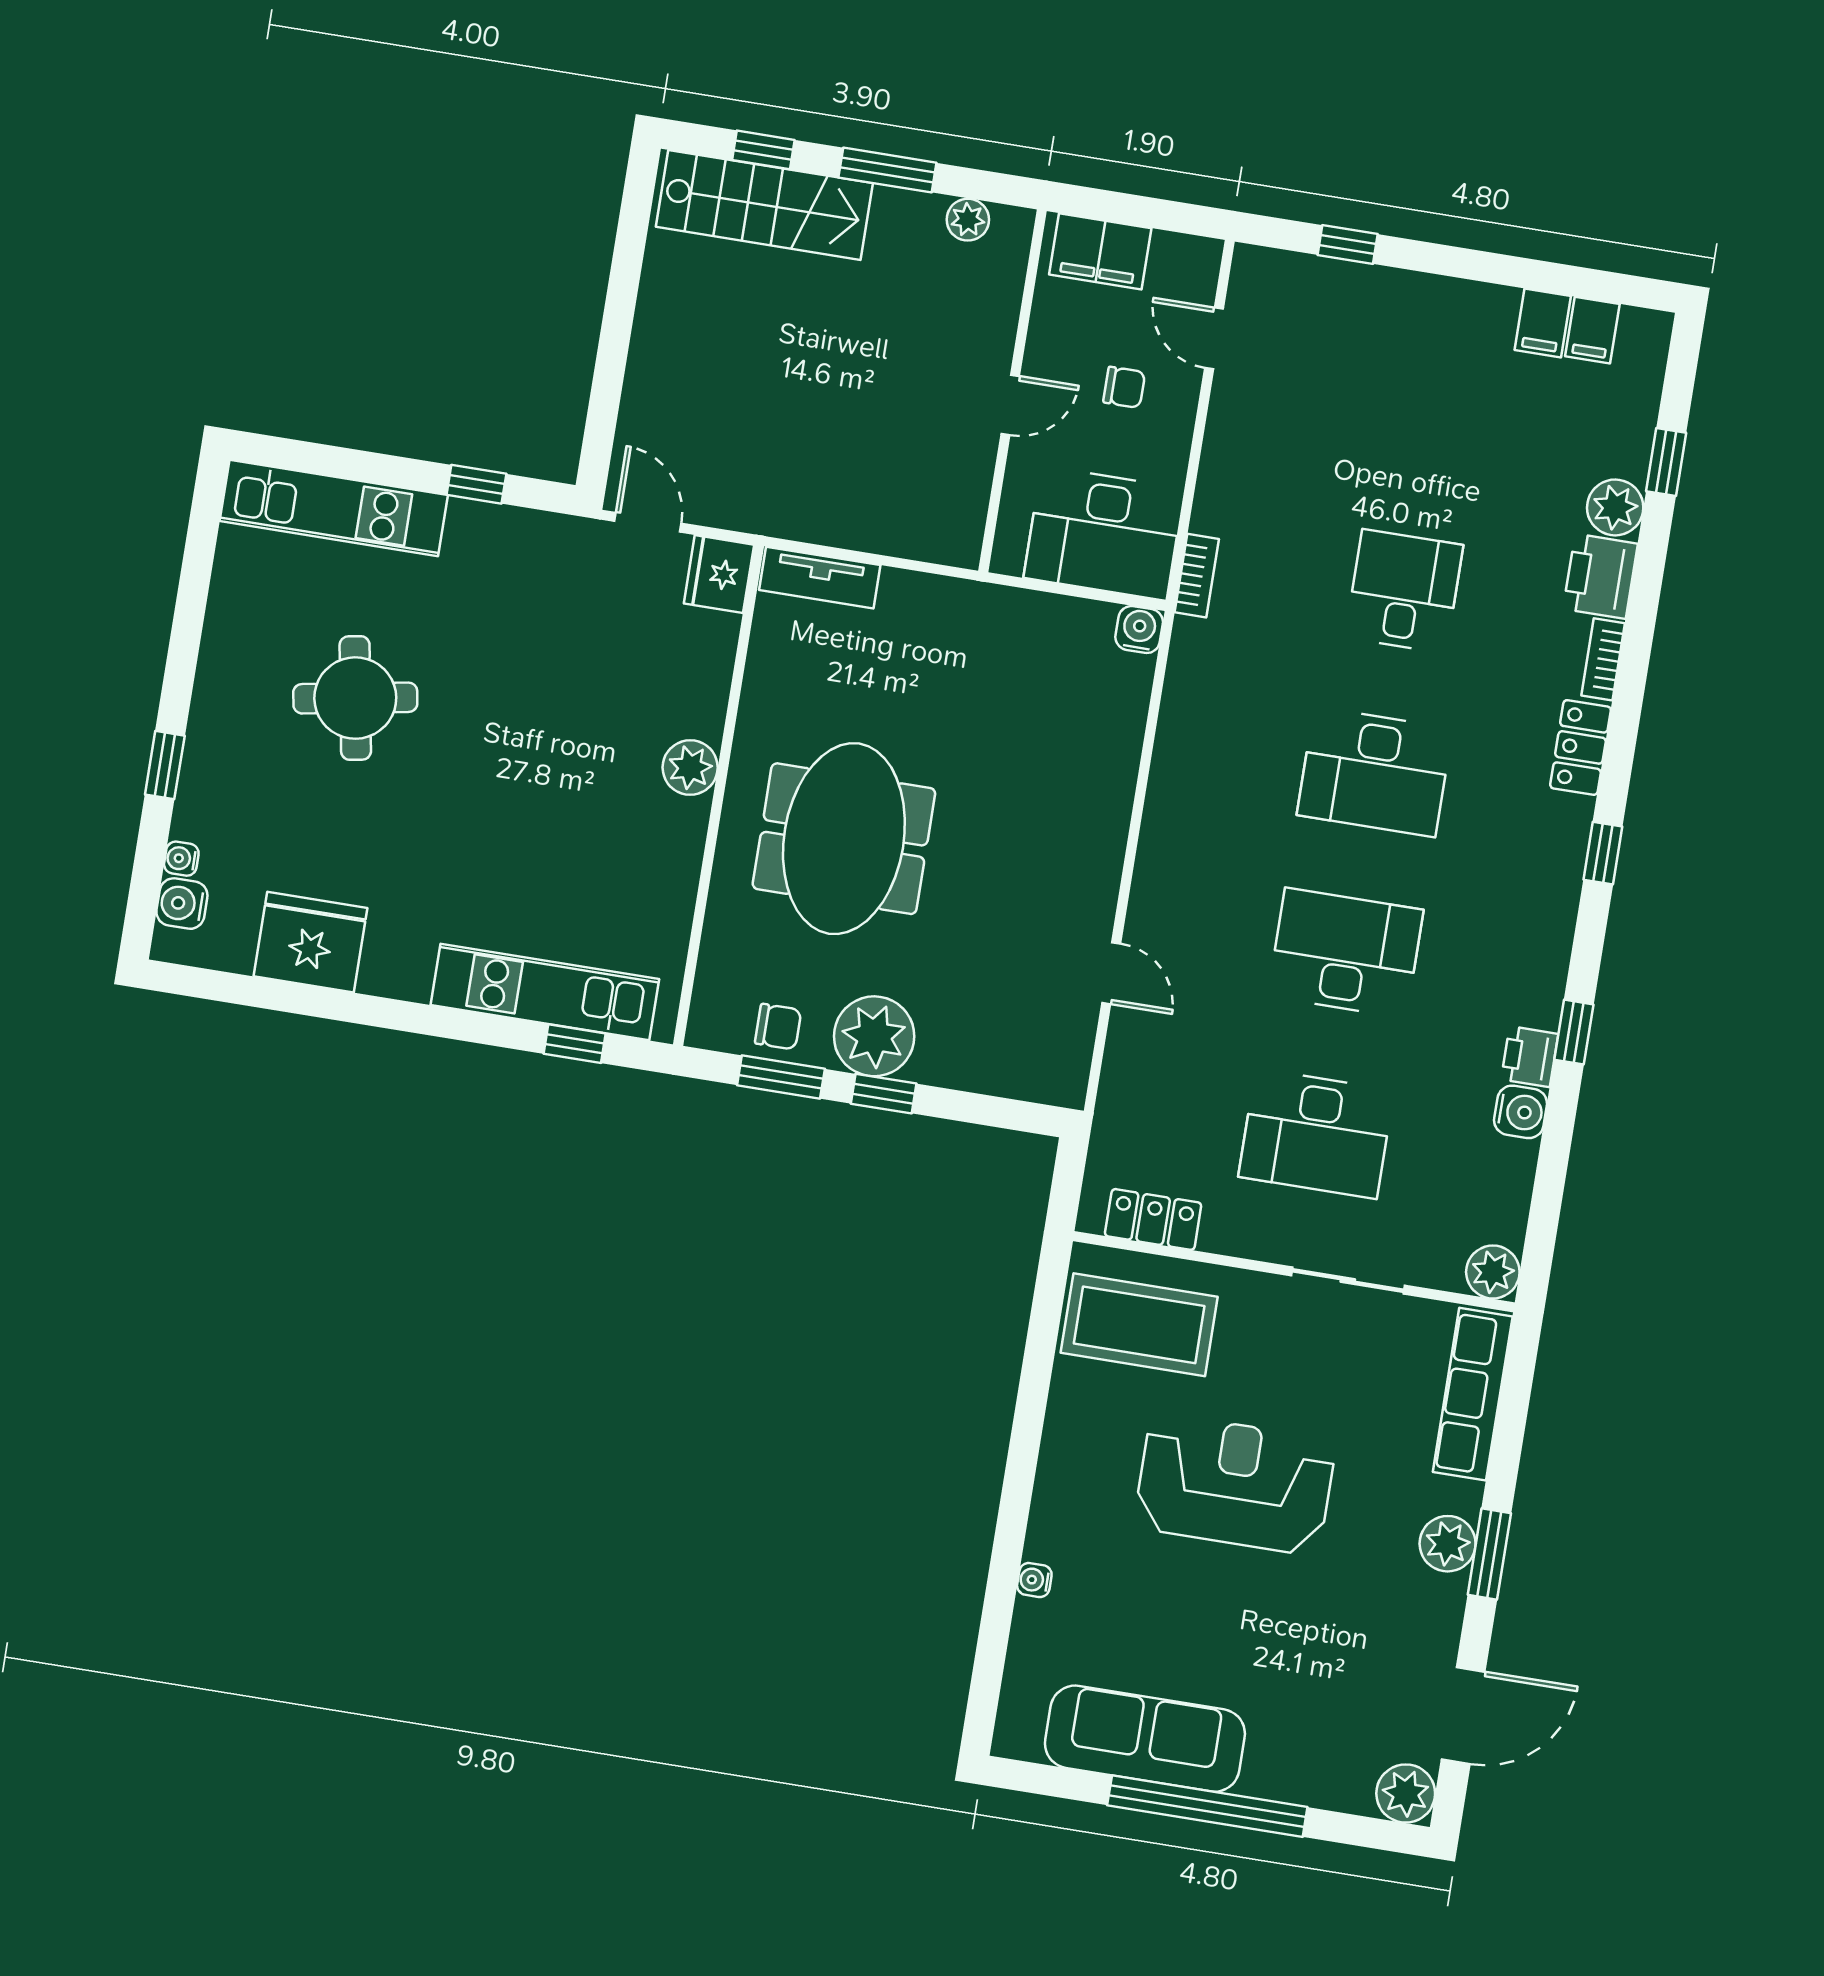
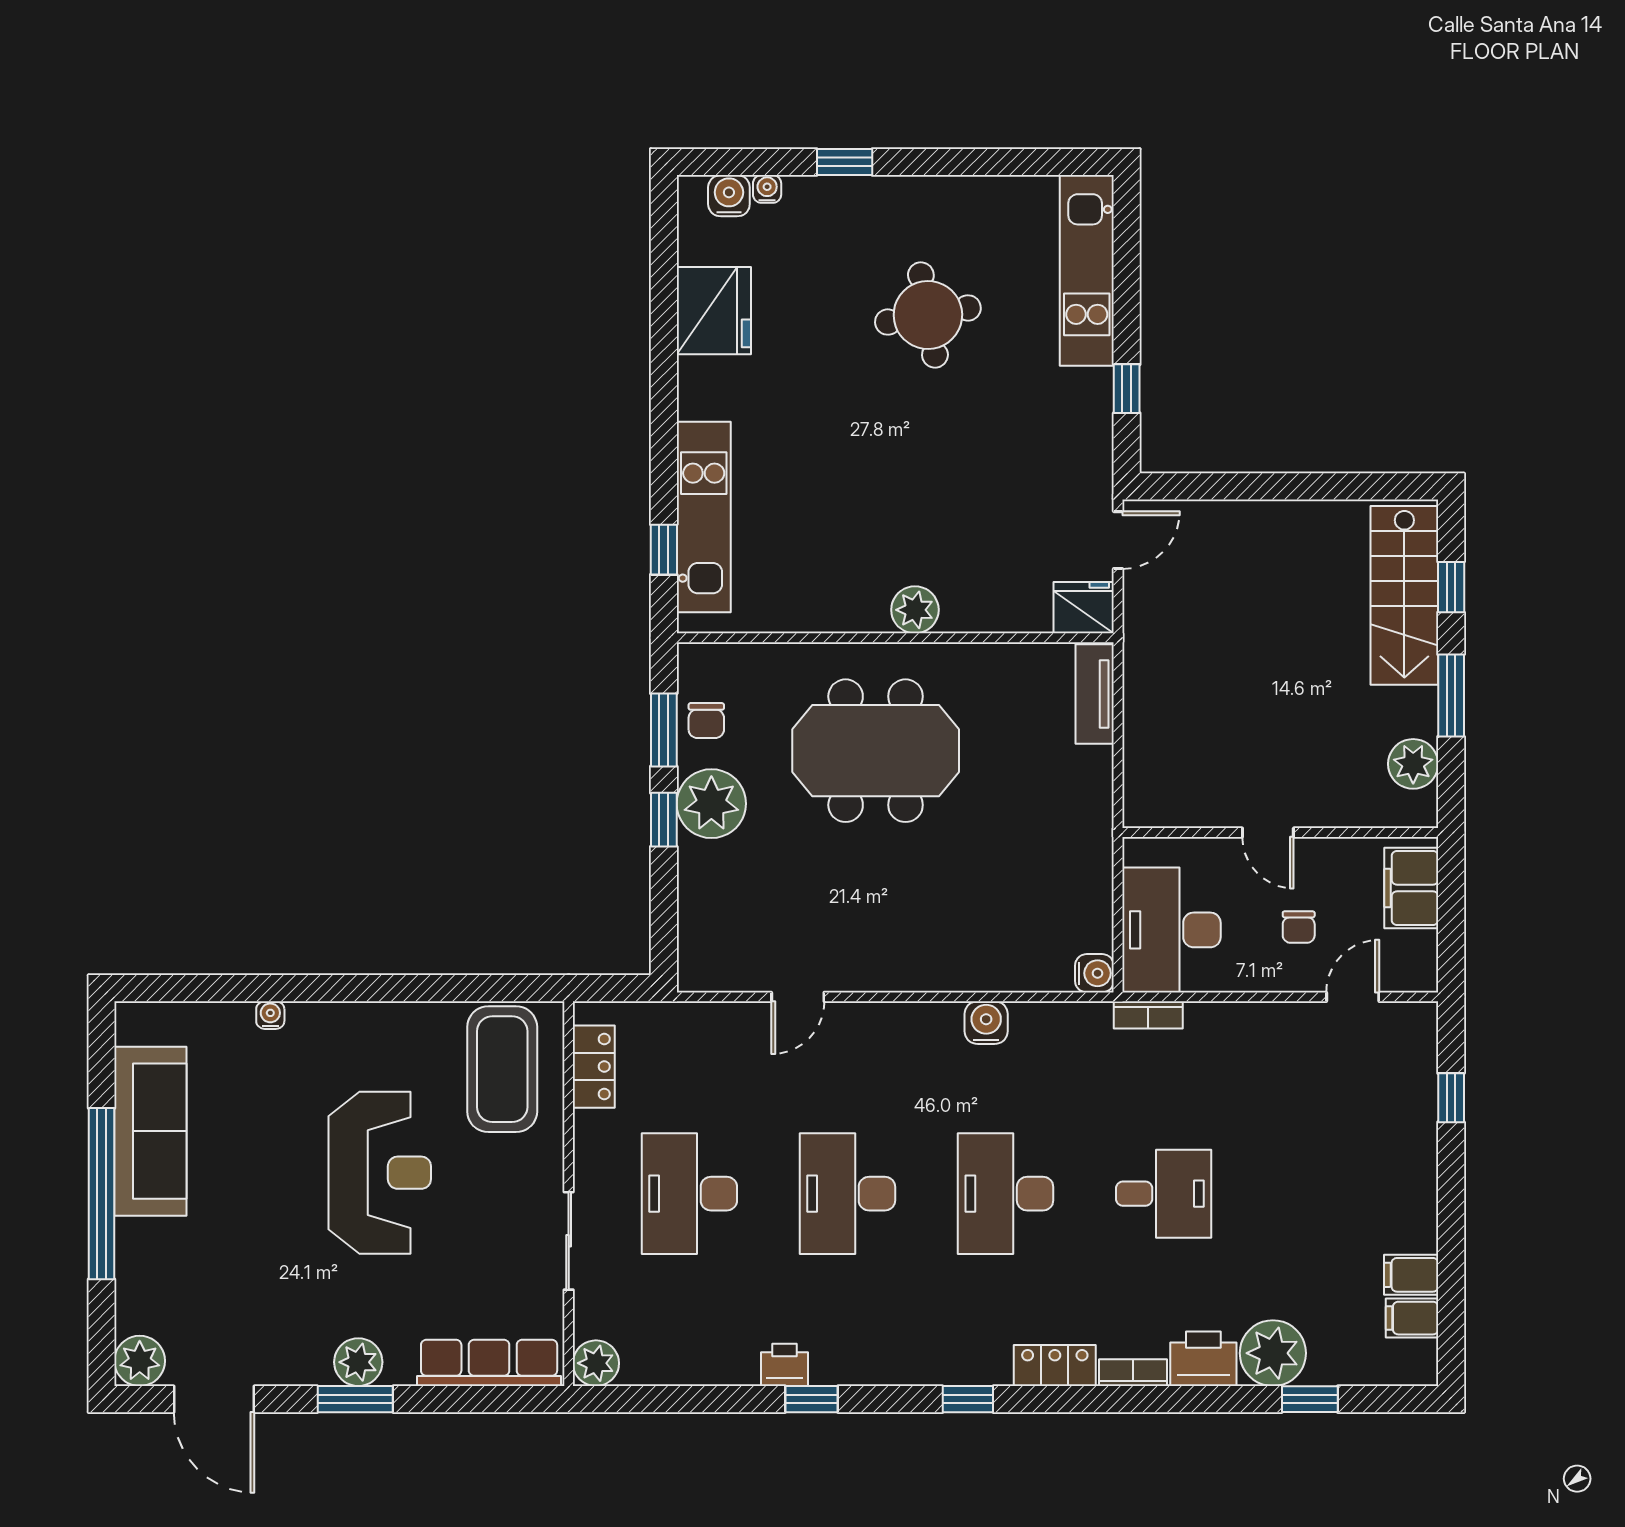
plant: (968, 220) -> (1413, 764), width x1.38, depth x1.38
plant: (1615, 507) -> (1273, 1353), width x1.36, depth x1.36
desk: (1345, 953) -> (847, 1194), turned 180
water cooler: (1521, 1112) -> (986, 1023), moved, turned 180

